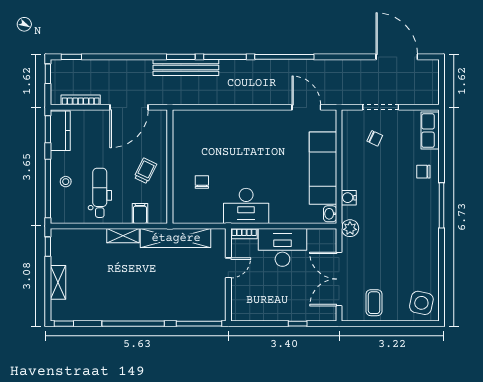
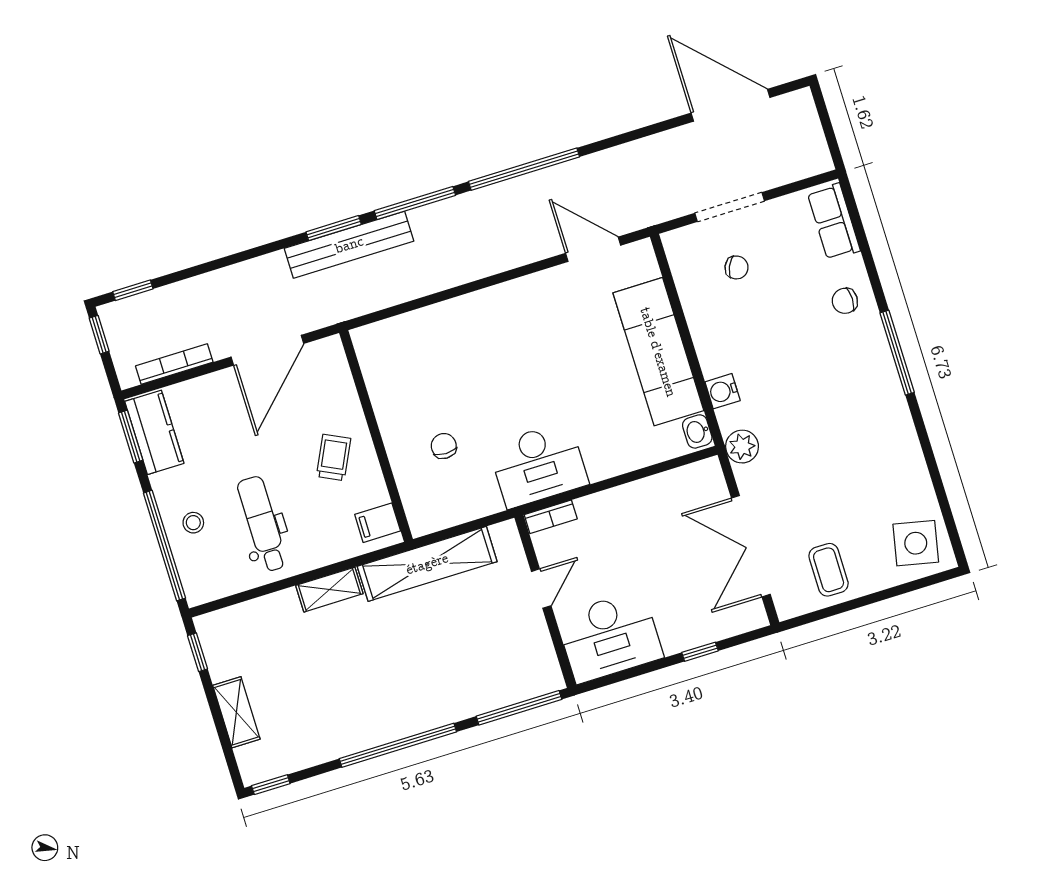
filing cabinet: (140, 213) -> (378, 523), moved, turned -90
desk: (282, 247) -> (610, 637), moved, turned 180

